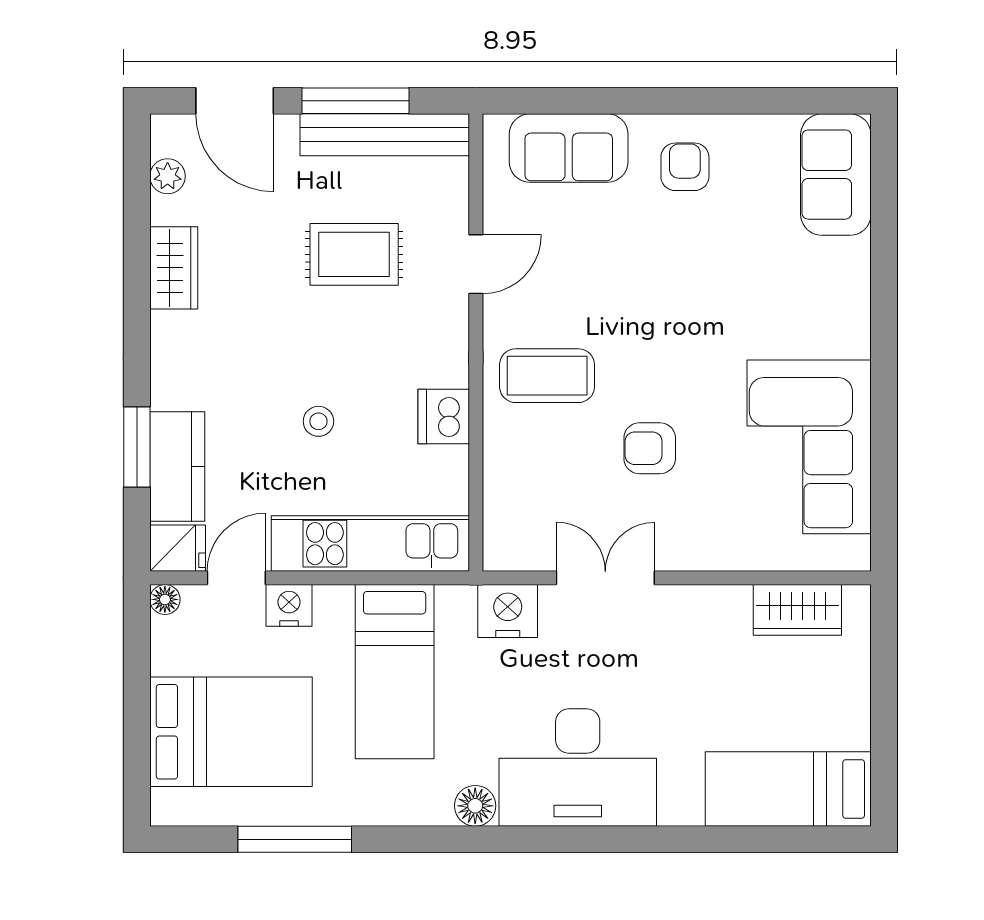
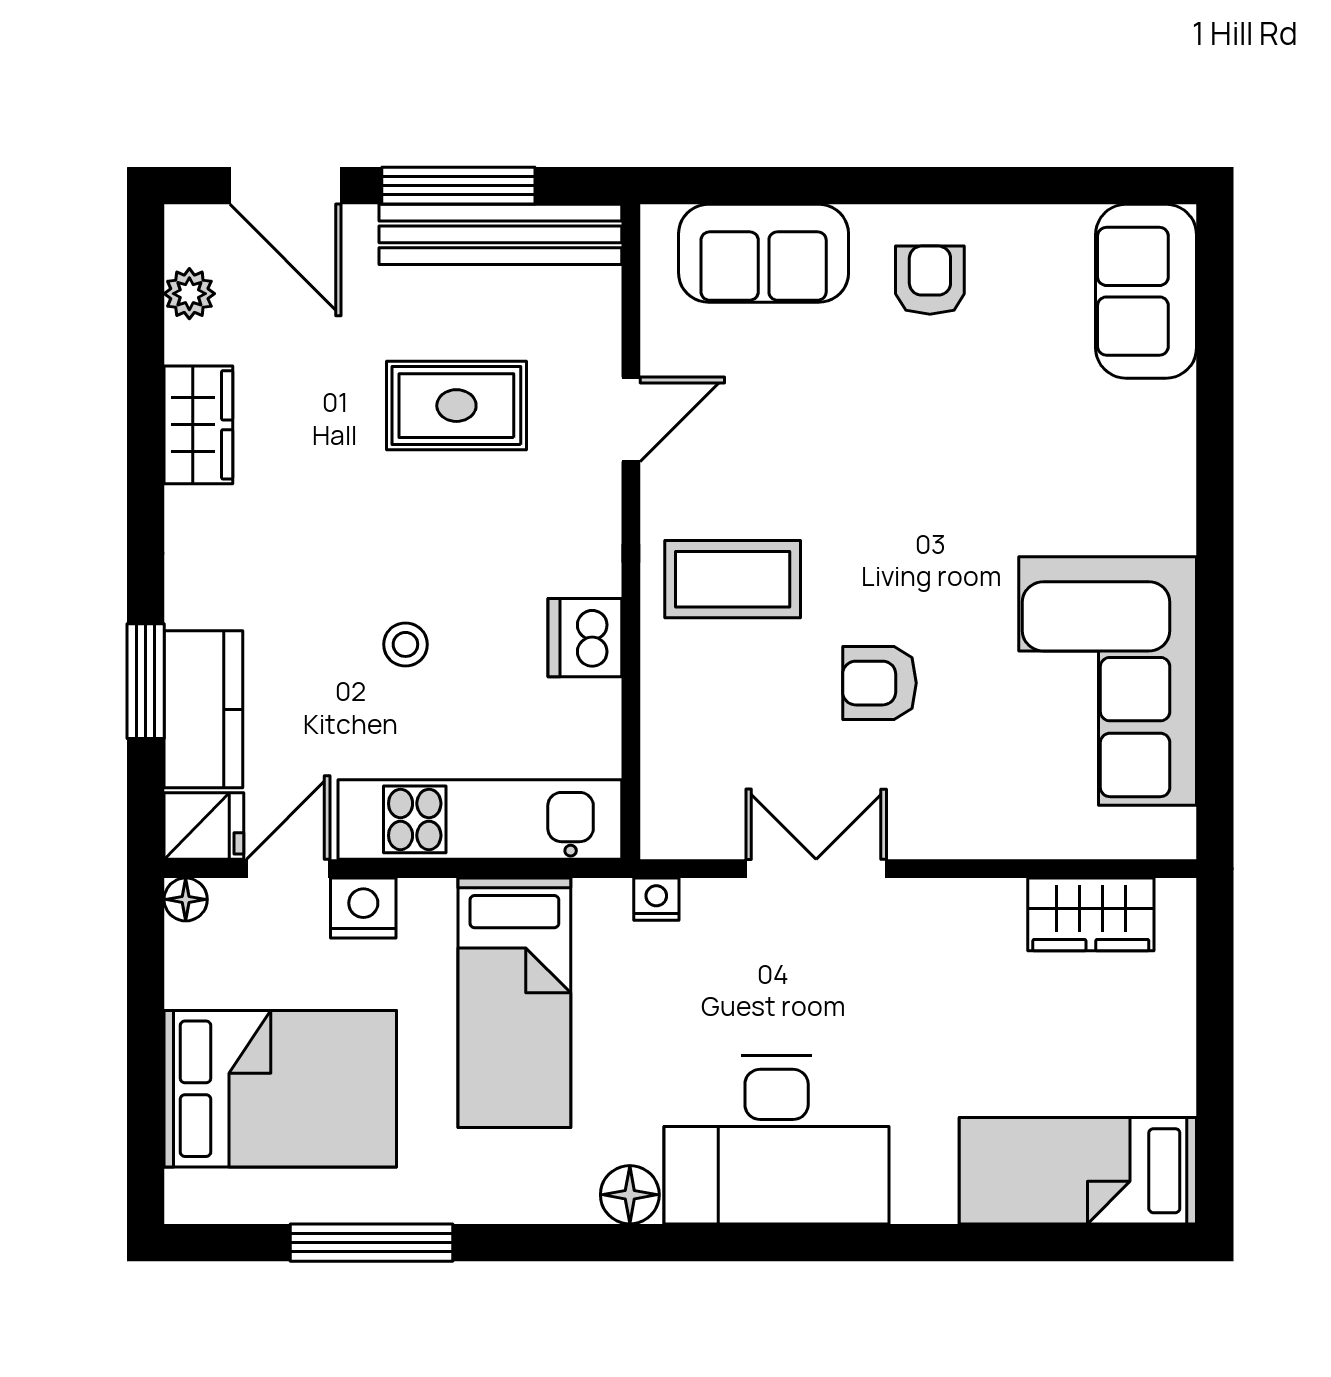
nightstand: (508, 611) -> (656, 899), width x0.53, depth x0.56

